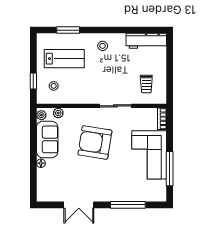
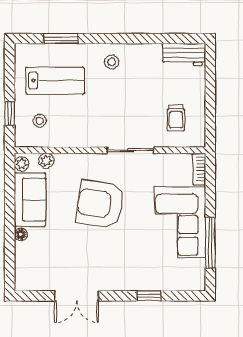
workbench: (146, 41) -> (184, 54), width x0.73
window: (128, 205) -> (149, 296), width x0.46

